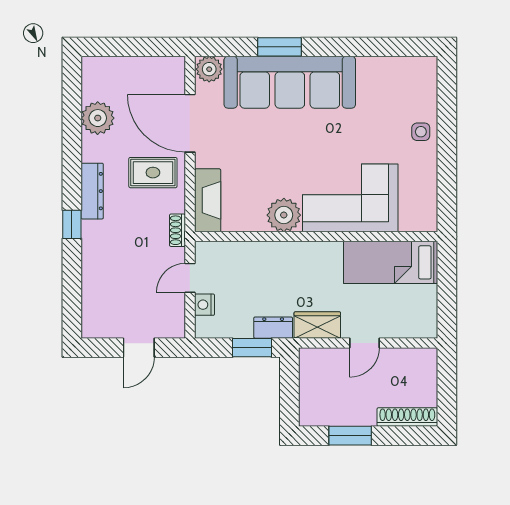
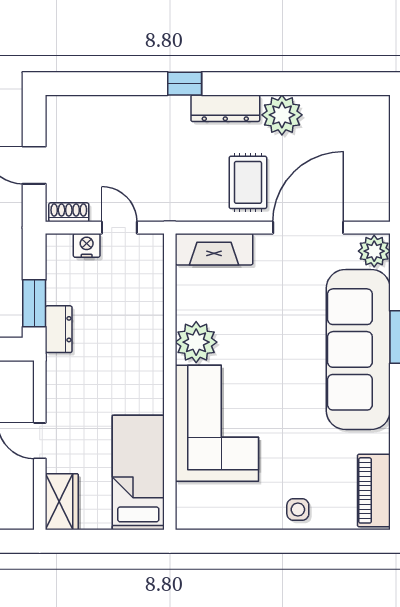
piano: (405, 69) -> (374, 490), added
plant: (98, 118) -> (282, 115), moved
shoe rack: (177, 230) -> (69, 212), moved
wardrobe: (317, 325) -> (62, 502), moved

